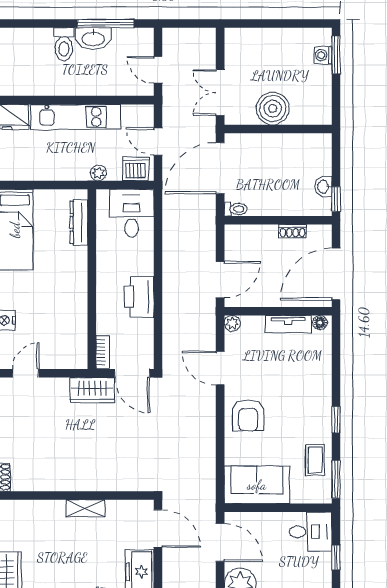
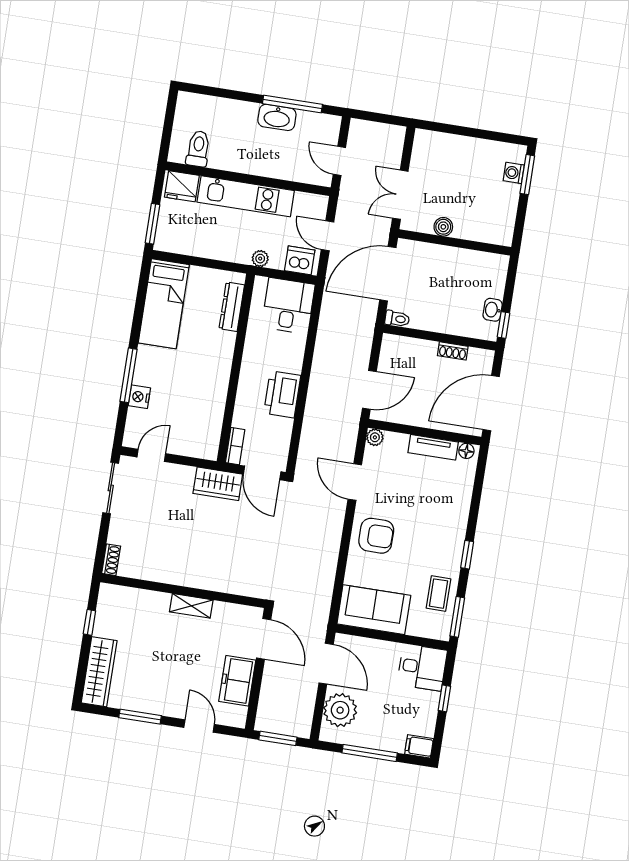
toilet: (64, 44) -> (198, 149), moved, turned 180
boiler: (273, 109) -> (443, 227), width x0.54, depth x0.54
armchair: (248, 415) -> (376, 536), turned -90

